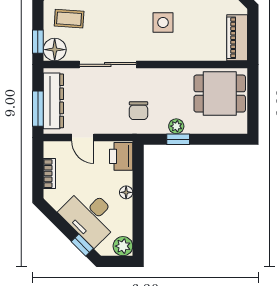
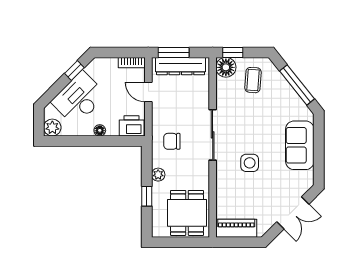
sliding door: (108, 64) -> (213, 135), moved
door: (83, 137) -> (148, 92), hinge flipped
window: (178, 139) -> (147, 196), moved
bookcase: (49, 174) -> (132, 63), moved
window: (82, 245) -> (74, 70), moved

